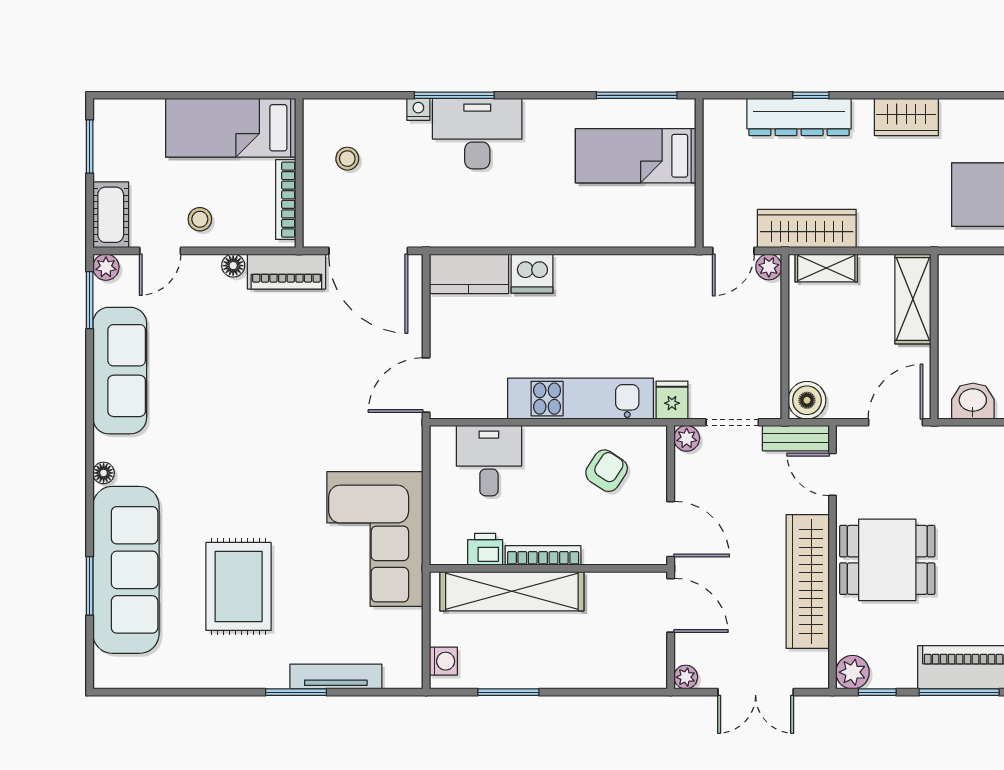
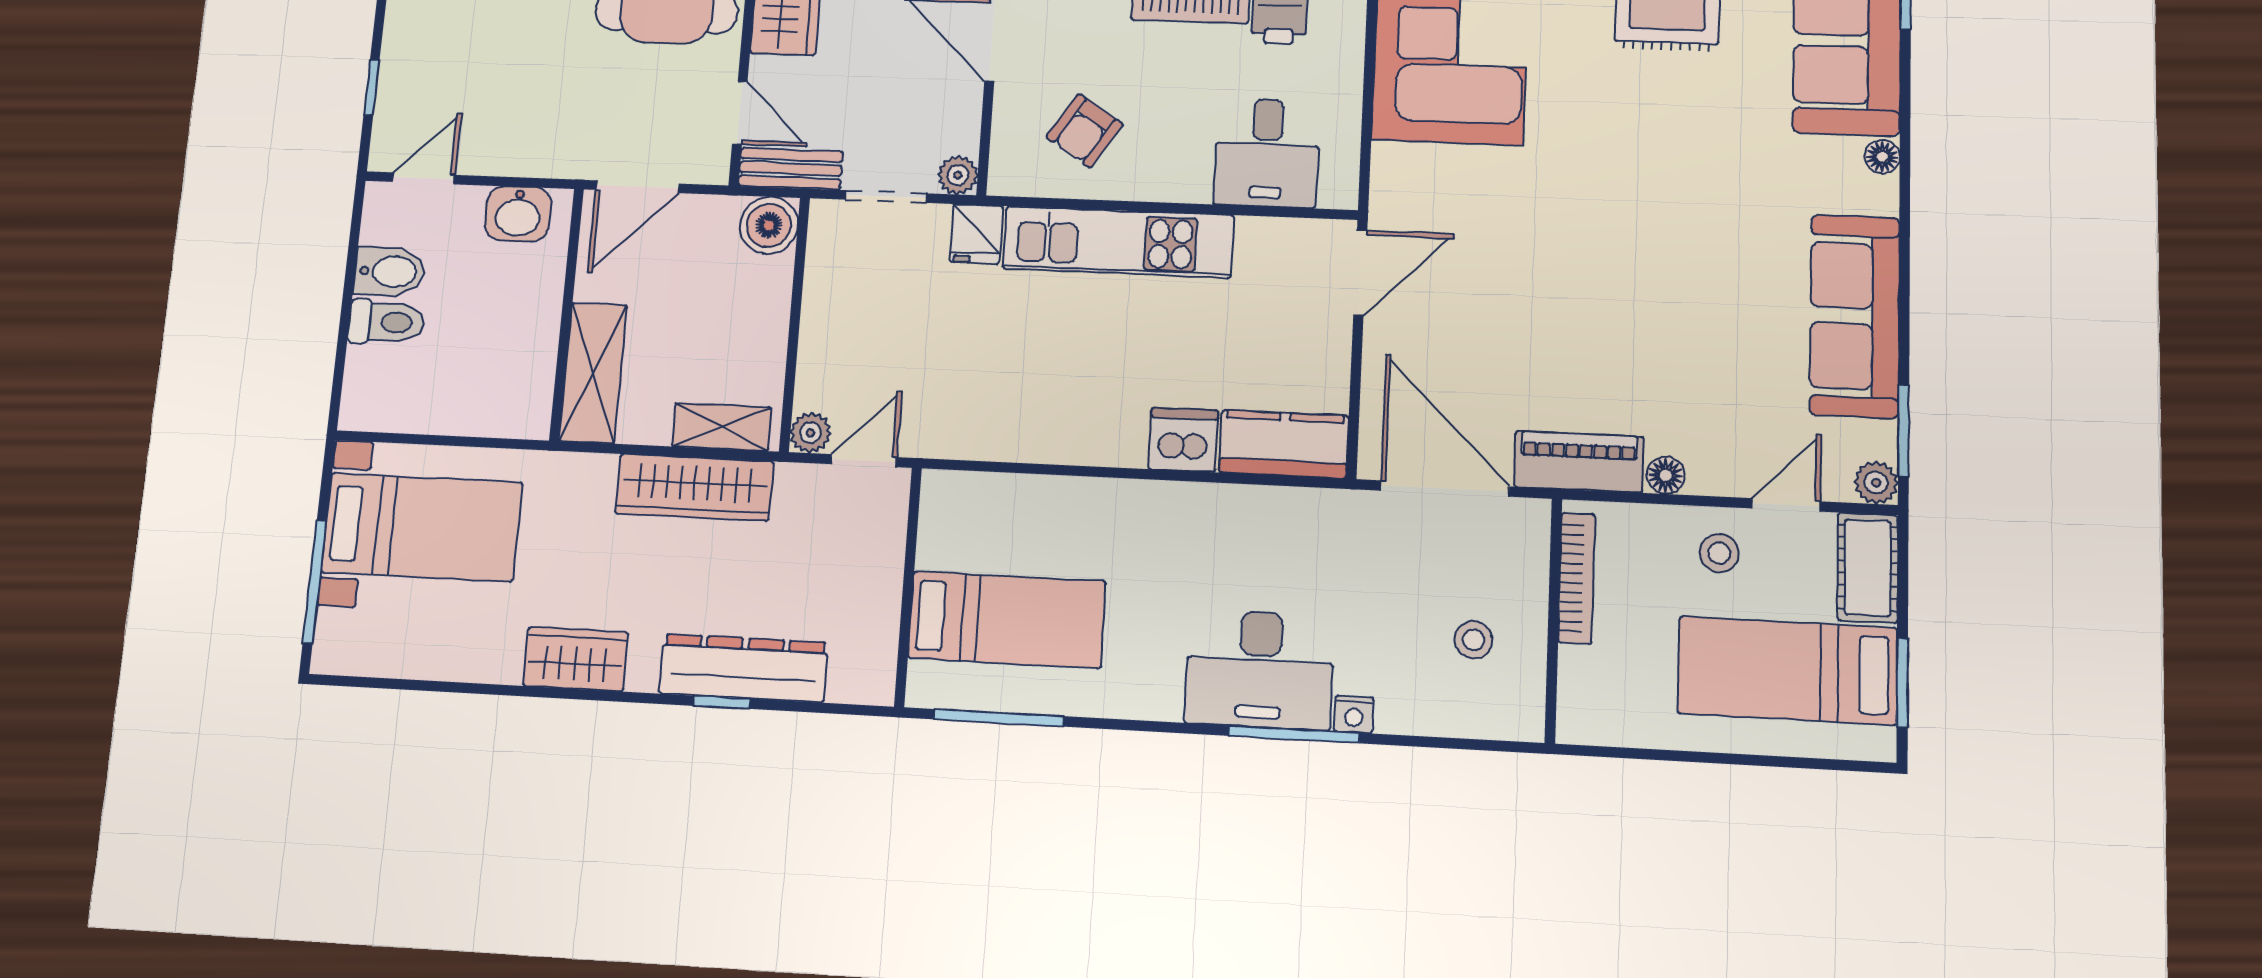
bed: (231, 128) -> (1787, 671), moved, turned 180
wardrobe: (807, 229) -> (694, 488), moved

